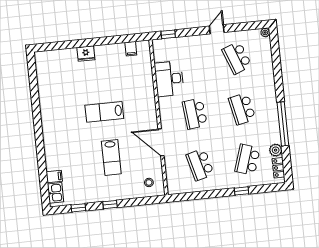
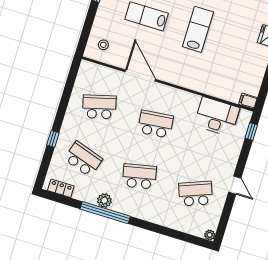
filing cabinet: (131, 49) -> (248, 101), moved
desk: (169, 79) -> (217, 117), moved
door: (161, 142) -> (140, 76), hinge flipped
plant: (276, 150) -> (104, 200), moved

